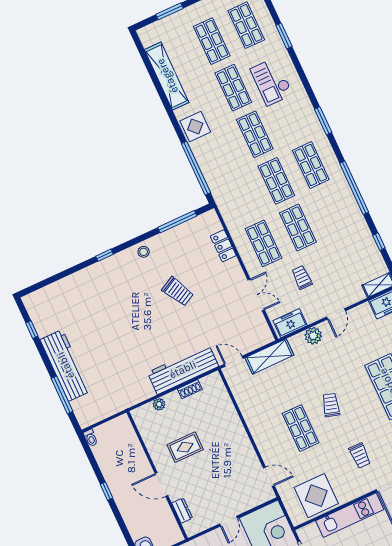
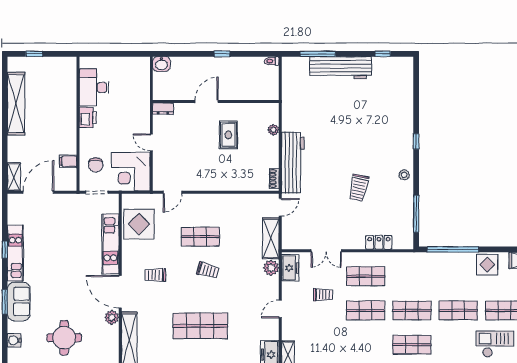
trolley: (178, 292) -> (359, 188), turned -50
door: (336, 314) -> (280, 309), hinge flipped
plant: (313, 336) -> (271, 268), moved
shoe rack: (190, 389) -> (274, 179), moved
dresser: (182, 511) -> (163, 108), moved

